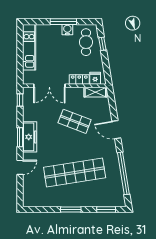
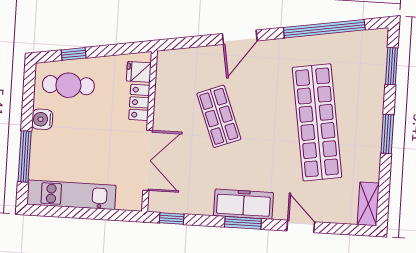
window: (63, 22) -> (25, 156), moved
shelving: (95, 92) -> (368, 204), moved
shop shelf: (75, 121) -> (219, 116), turned -42

